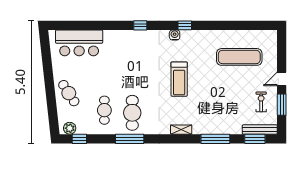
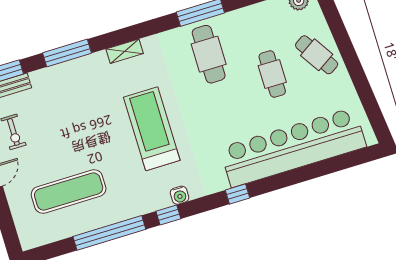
window: (223, 25) -> (109, 233), added
bar counter: (79, 43) -> (293, 147), width x1.86
treadmill: (179, 79) -> (152, 129), width x1.37, depth x1.38
cafe table: (104, 110) -> (272, 74), moved

